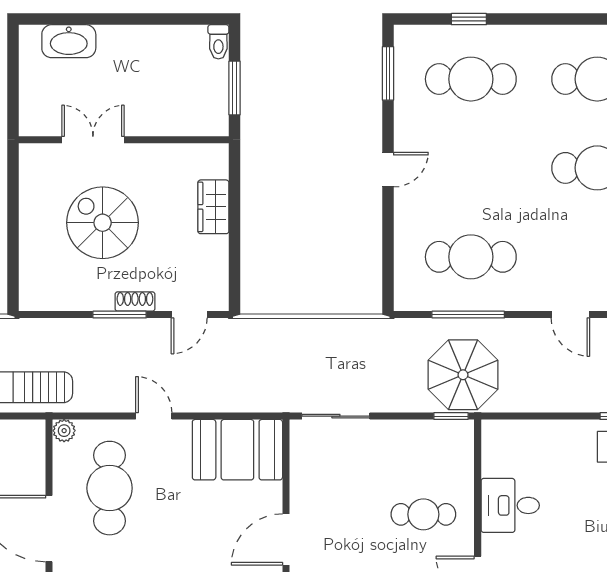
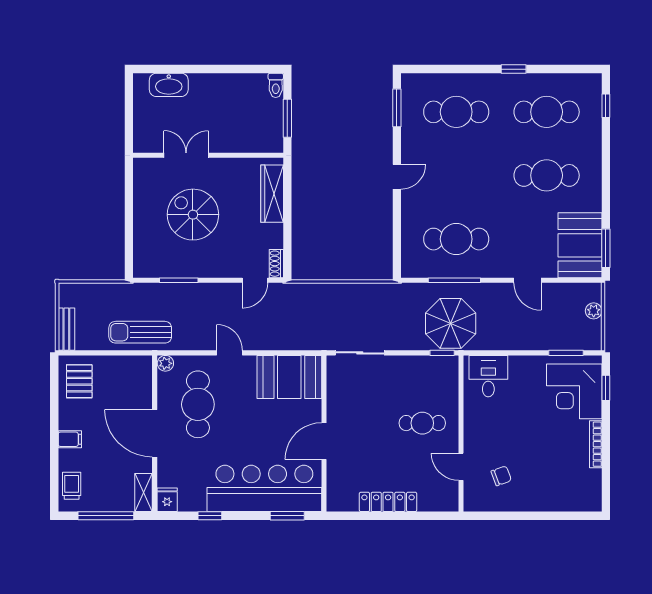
window: (469, 19) -> (514, 69), moved
wardrobe: (213, 207) -> (272, 194), width x1.50
shoe rack: (135, 301) -> (276, 264), moved, turned -90
window: (120, 315) -> (179, 280), moved
desk: (510, 505) -> (488, 376), moved, turned 90

